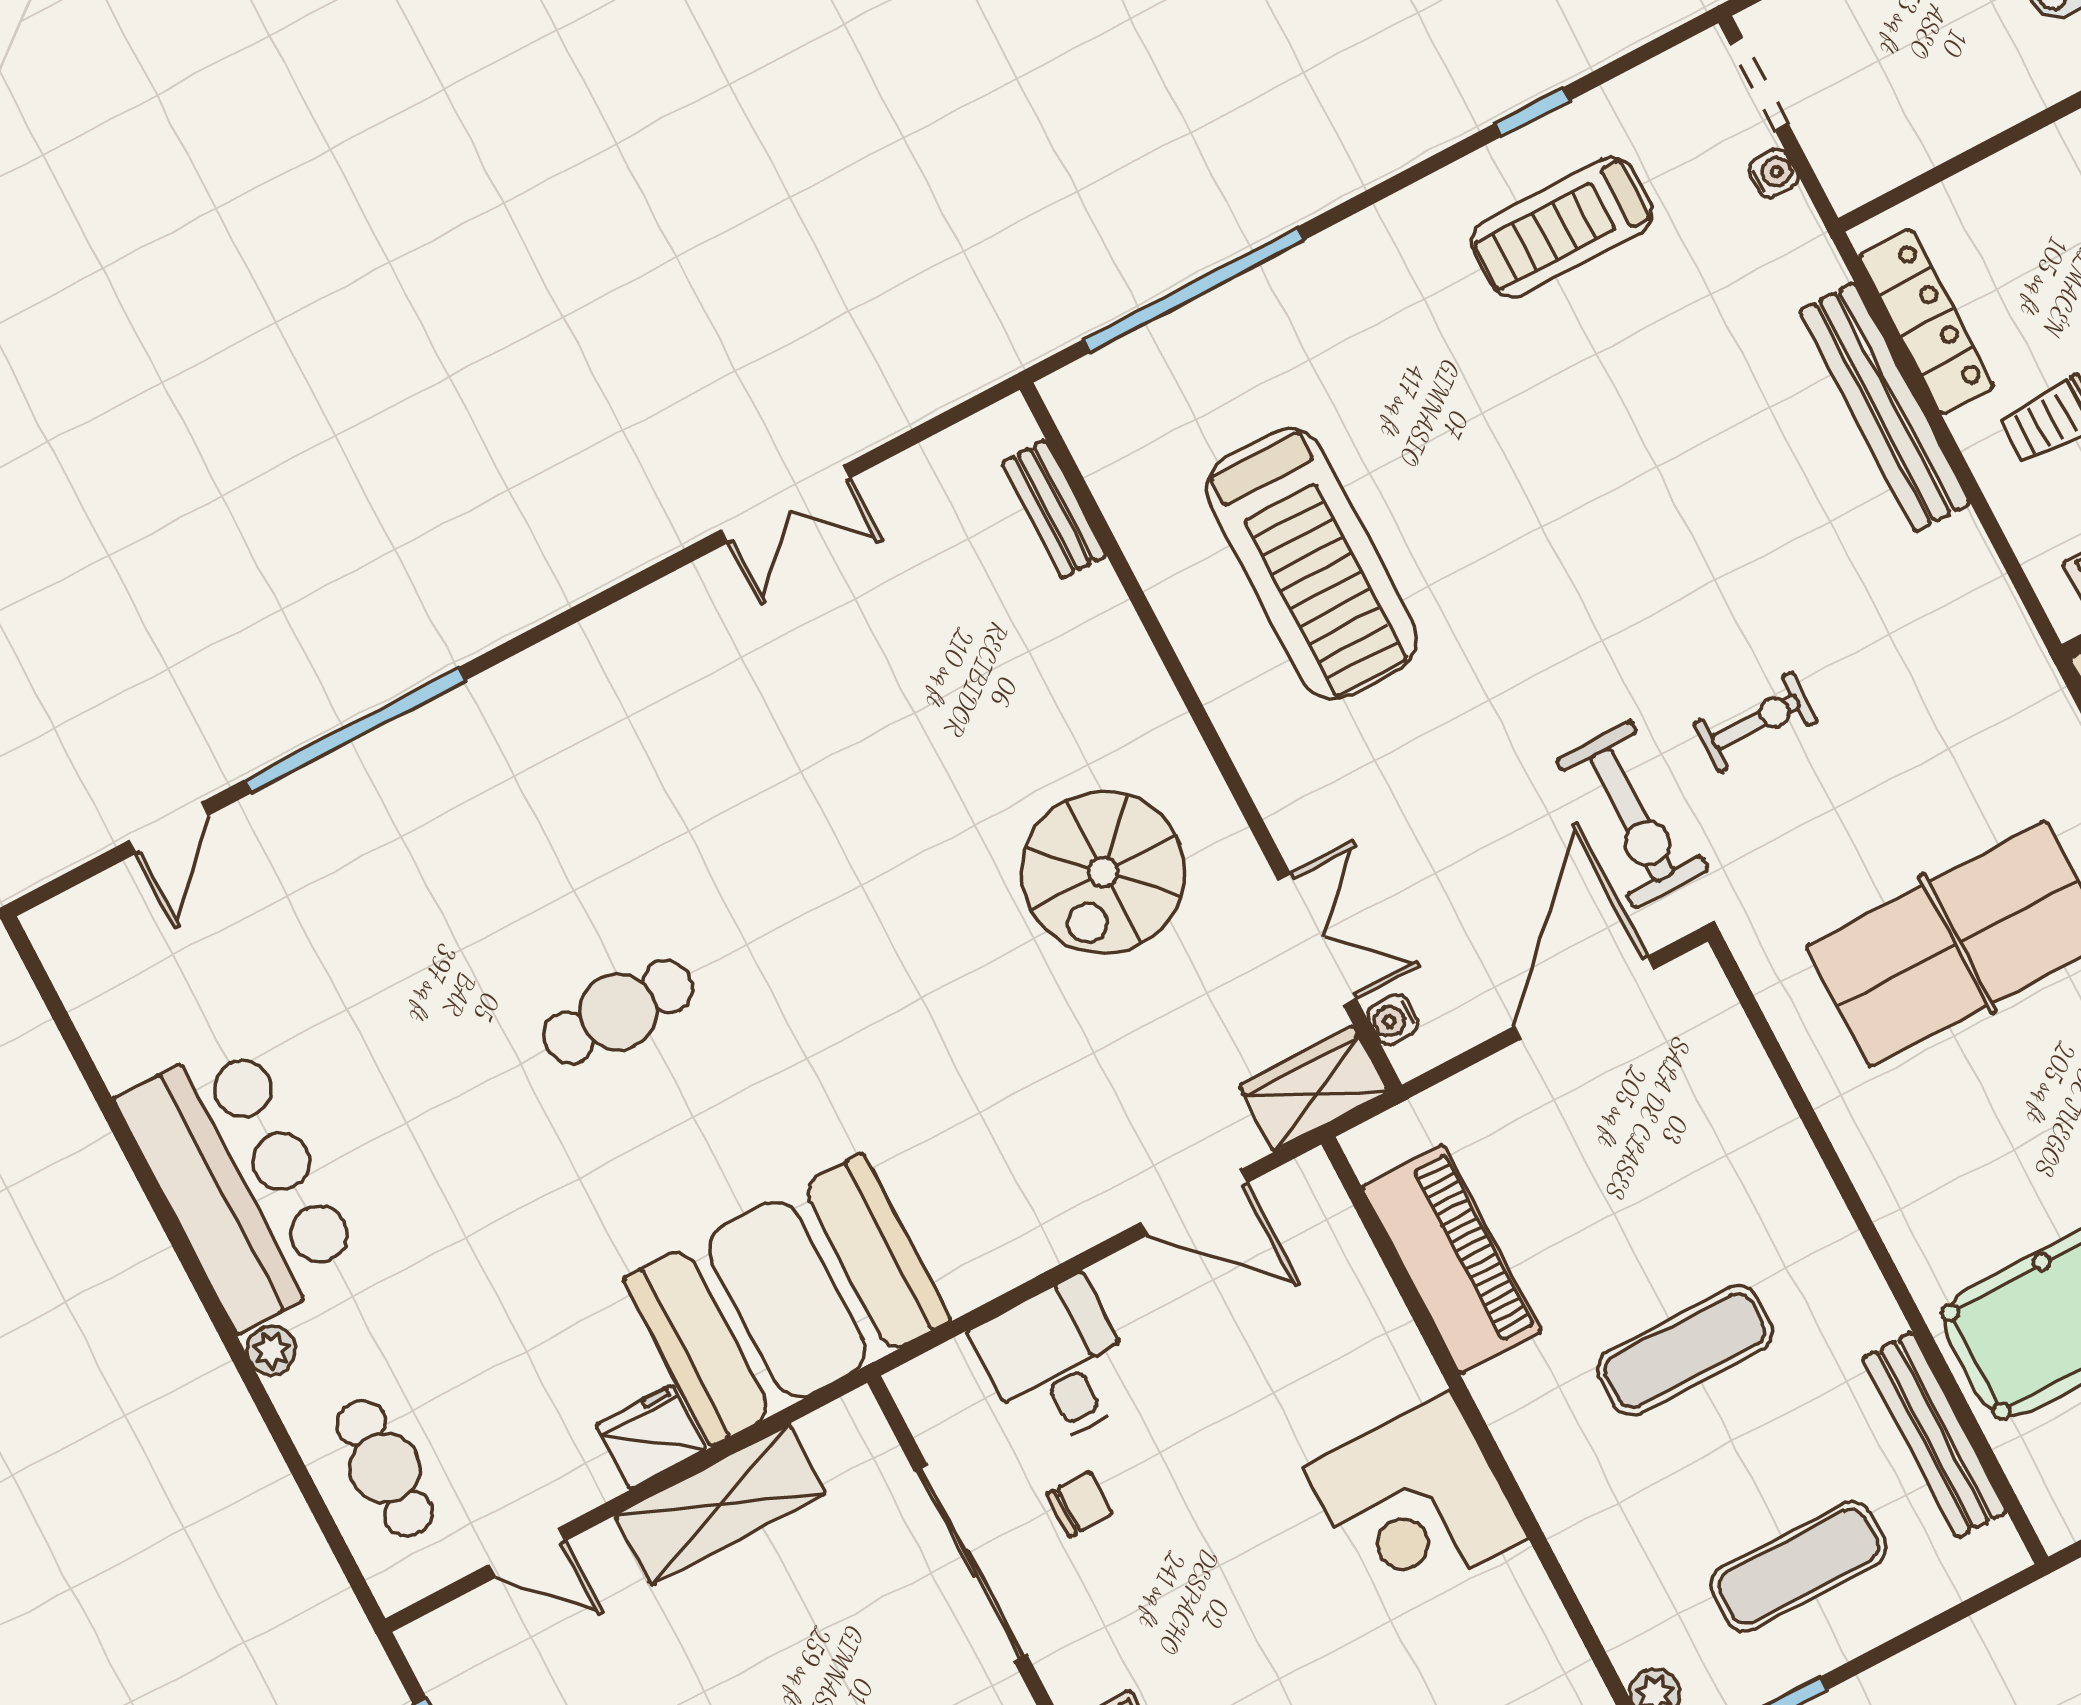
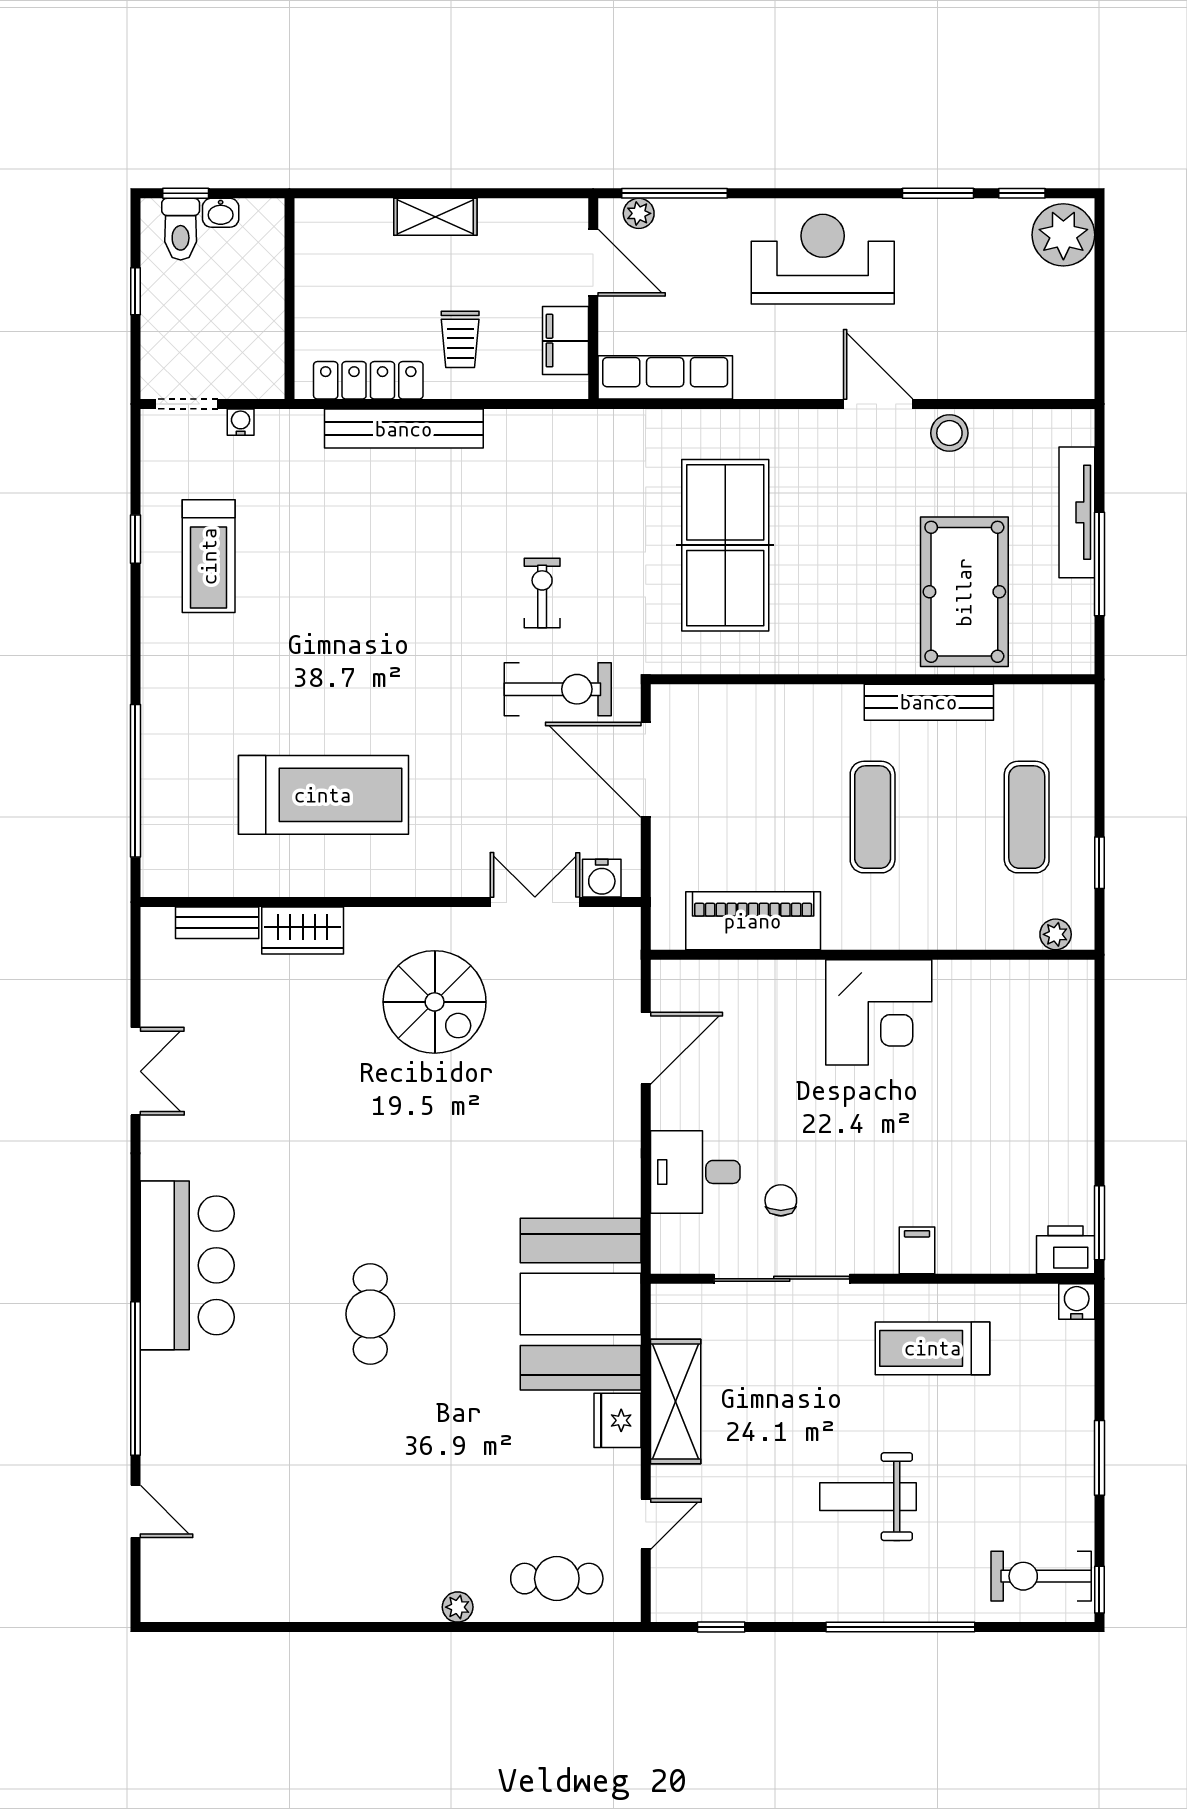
water cooler: (1392, 1020) -> (602, 878), width x1.38, depth x1.38
wardrobe: (1314, 1089) -> (303, 931), moved, turned -90
bar counter: (240, 1183) -> (187, 1265), moved, turned 90
bench: (1935, 1435) -> (929, 702), moved

